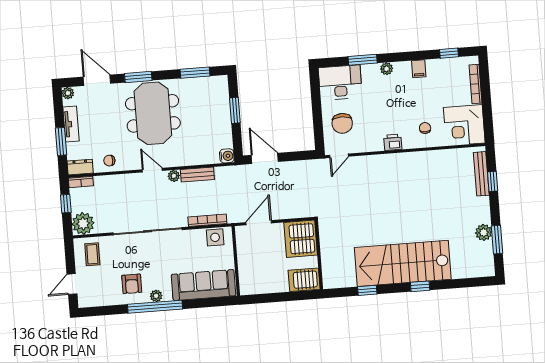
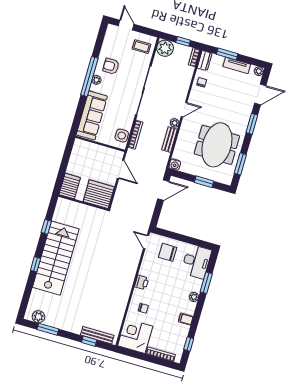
meeting table: (153, 113) -> (217, 145), moved, turned 90
plant: (484, 232) -> (38, 317), moved

